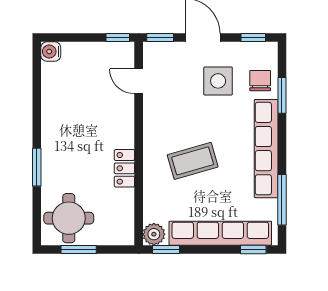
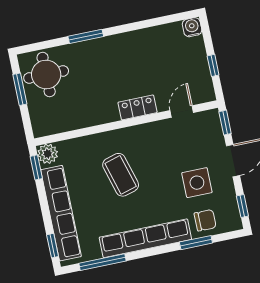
window: (118, 38) -> (213, 65), moved
locker: (124, 168) -> (138, 107), moved

